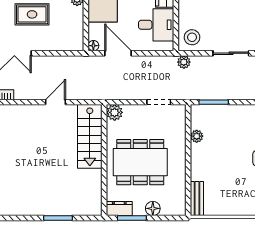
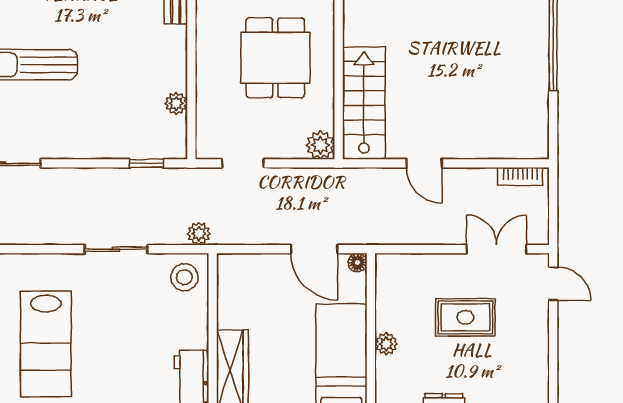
desk: (156, 25) -> (248, 299), removed
door: (55, 102) -> (424, 163), hinge flipped
window: (214, 102) -> (146, 163), width x0.67
dining table: (140, 162) -> (275, 58), width x0.73

